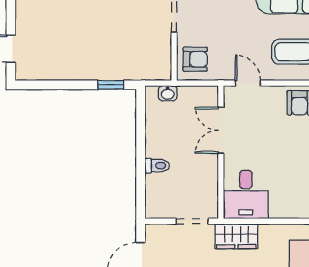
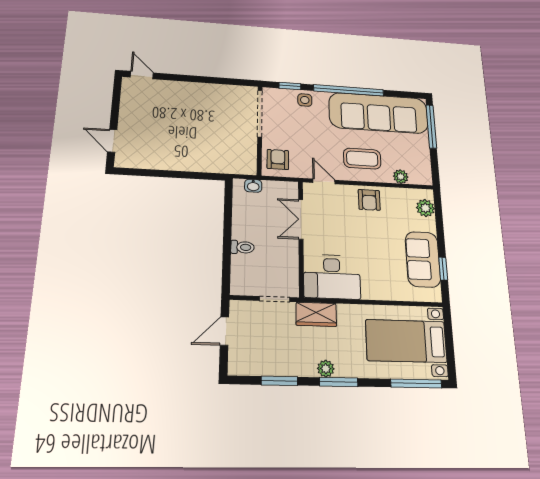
armchair: (195, 59) -> (278, 159), turned -90
window: (111, 85) -> (202, 176), removed
desk: (246, 195) -> (332, 277), width x1.37

